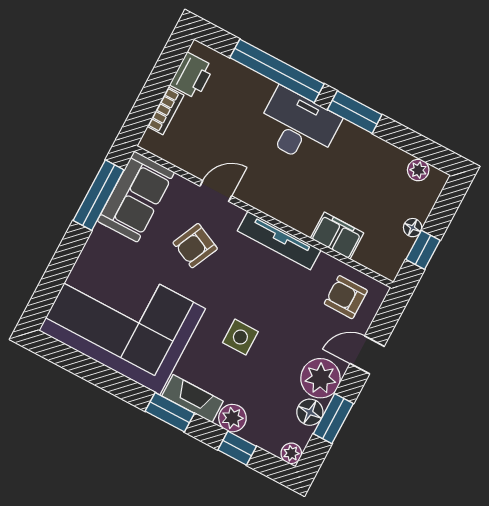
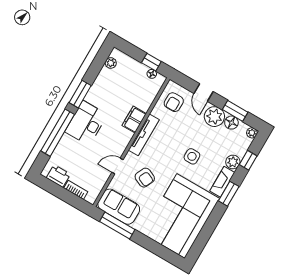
door: (216, 191) -> (117, 166), hinge flipped
floor lamp: (413, 228) -> (152, 74), moved
filing cabinet: (337, 236) -> (134, 120), moved

